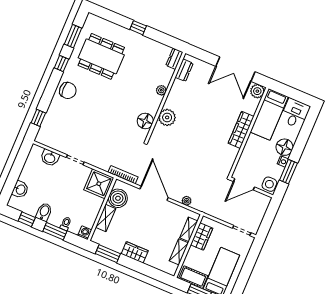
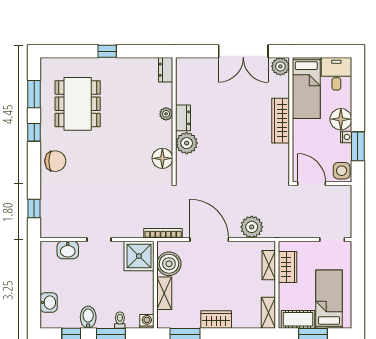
dining table: (101, 56) -> (78, 104), turned 90
dresser: (184, 70) -> (183, 118), moved
door: (244, 184) -> (311, 184), swing flipped
plant: (187, 201) -> (252, 227), width x1.88, depth x1.88
shelving: (179, 252) -> (268, 313), moved

